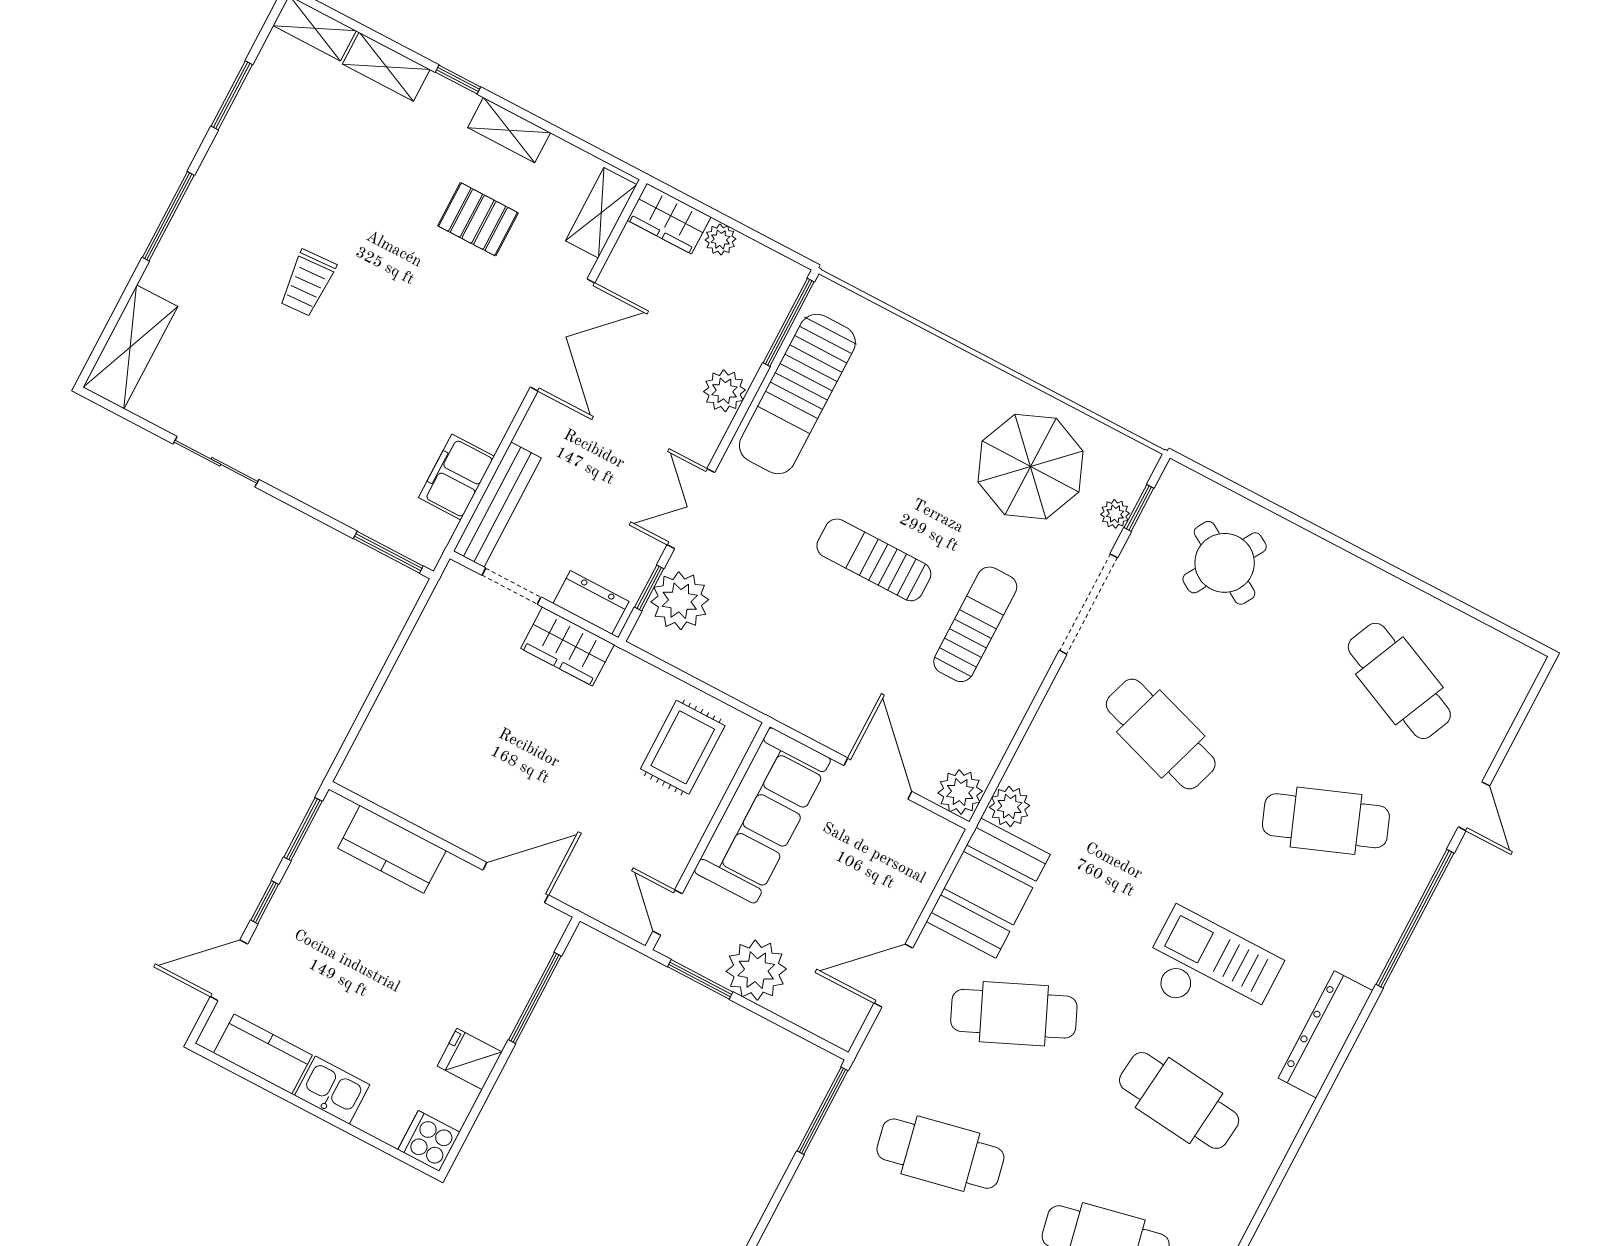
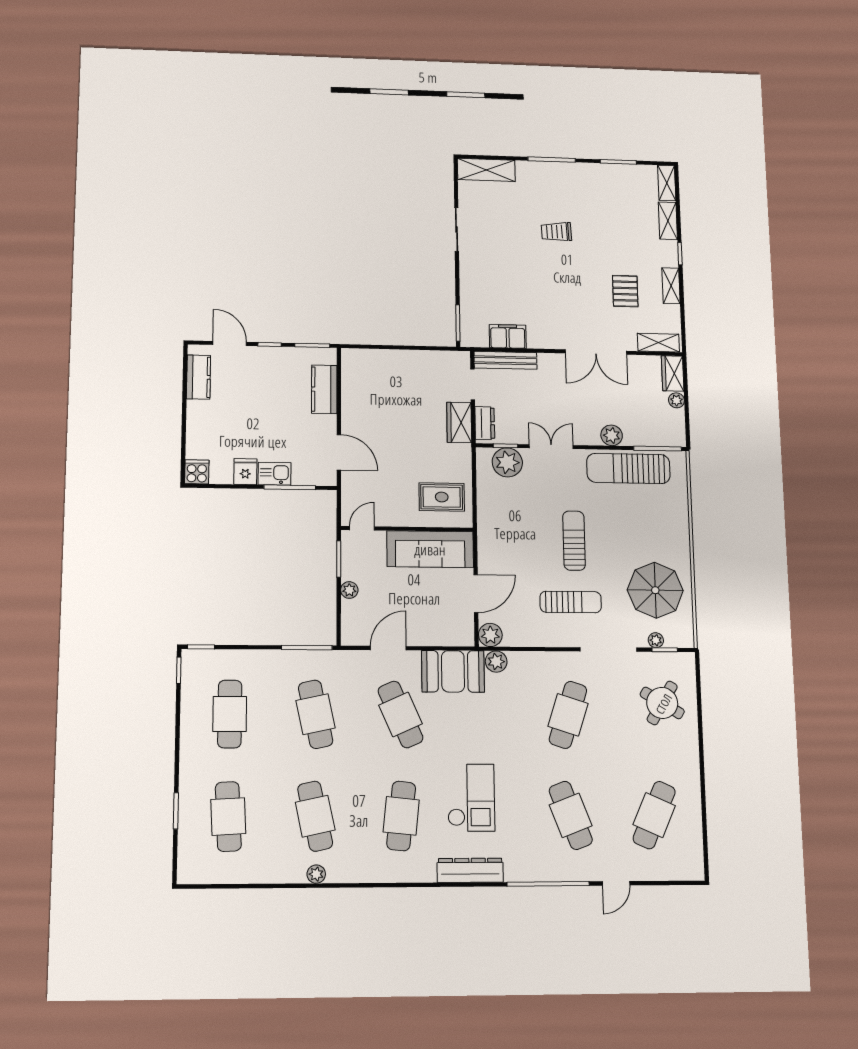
plant: (756, 970) -> (349, 590), width x0.53, depth x0.53
door: (893, 976) -> (388, 648), hinge flipped
kitchen sink: (332, 1090) -> (275, 474), moved, turned -90

